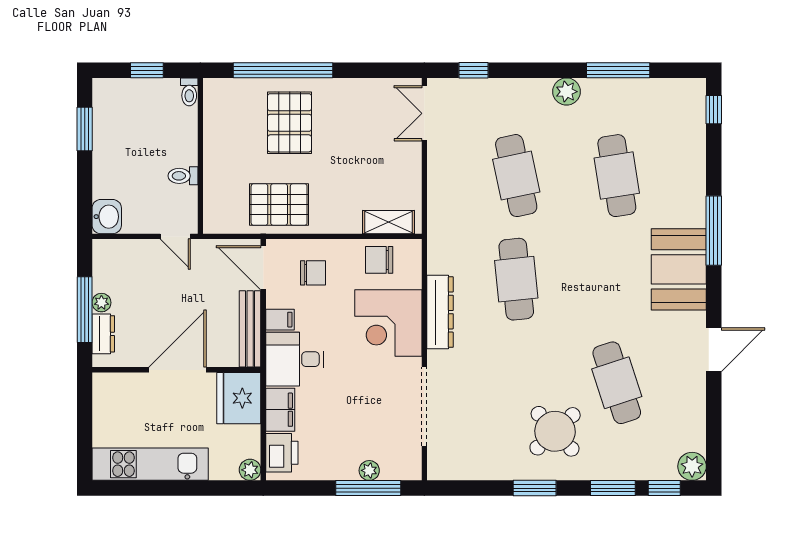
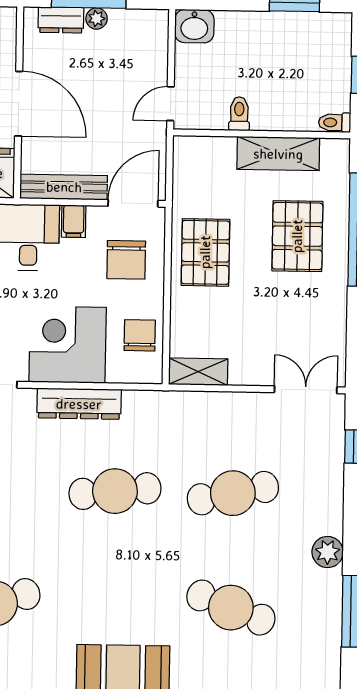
pallet: (290, 123) -> (297, 236), turned 90
shelving: (217, 141) -> (278, 154), added
cafe table: (617, 176) -> (231, 608), turned 30
pallet: (279, 205) -> (205, 252), moved
shelving: (389, 222) -> (198, 372), moved, turned 90
chair: (313, 273) -> (126, 260), width x1.37, depth x1.37

